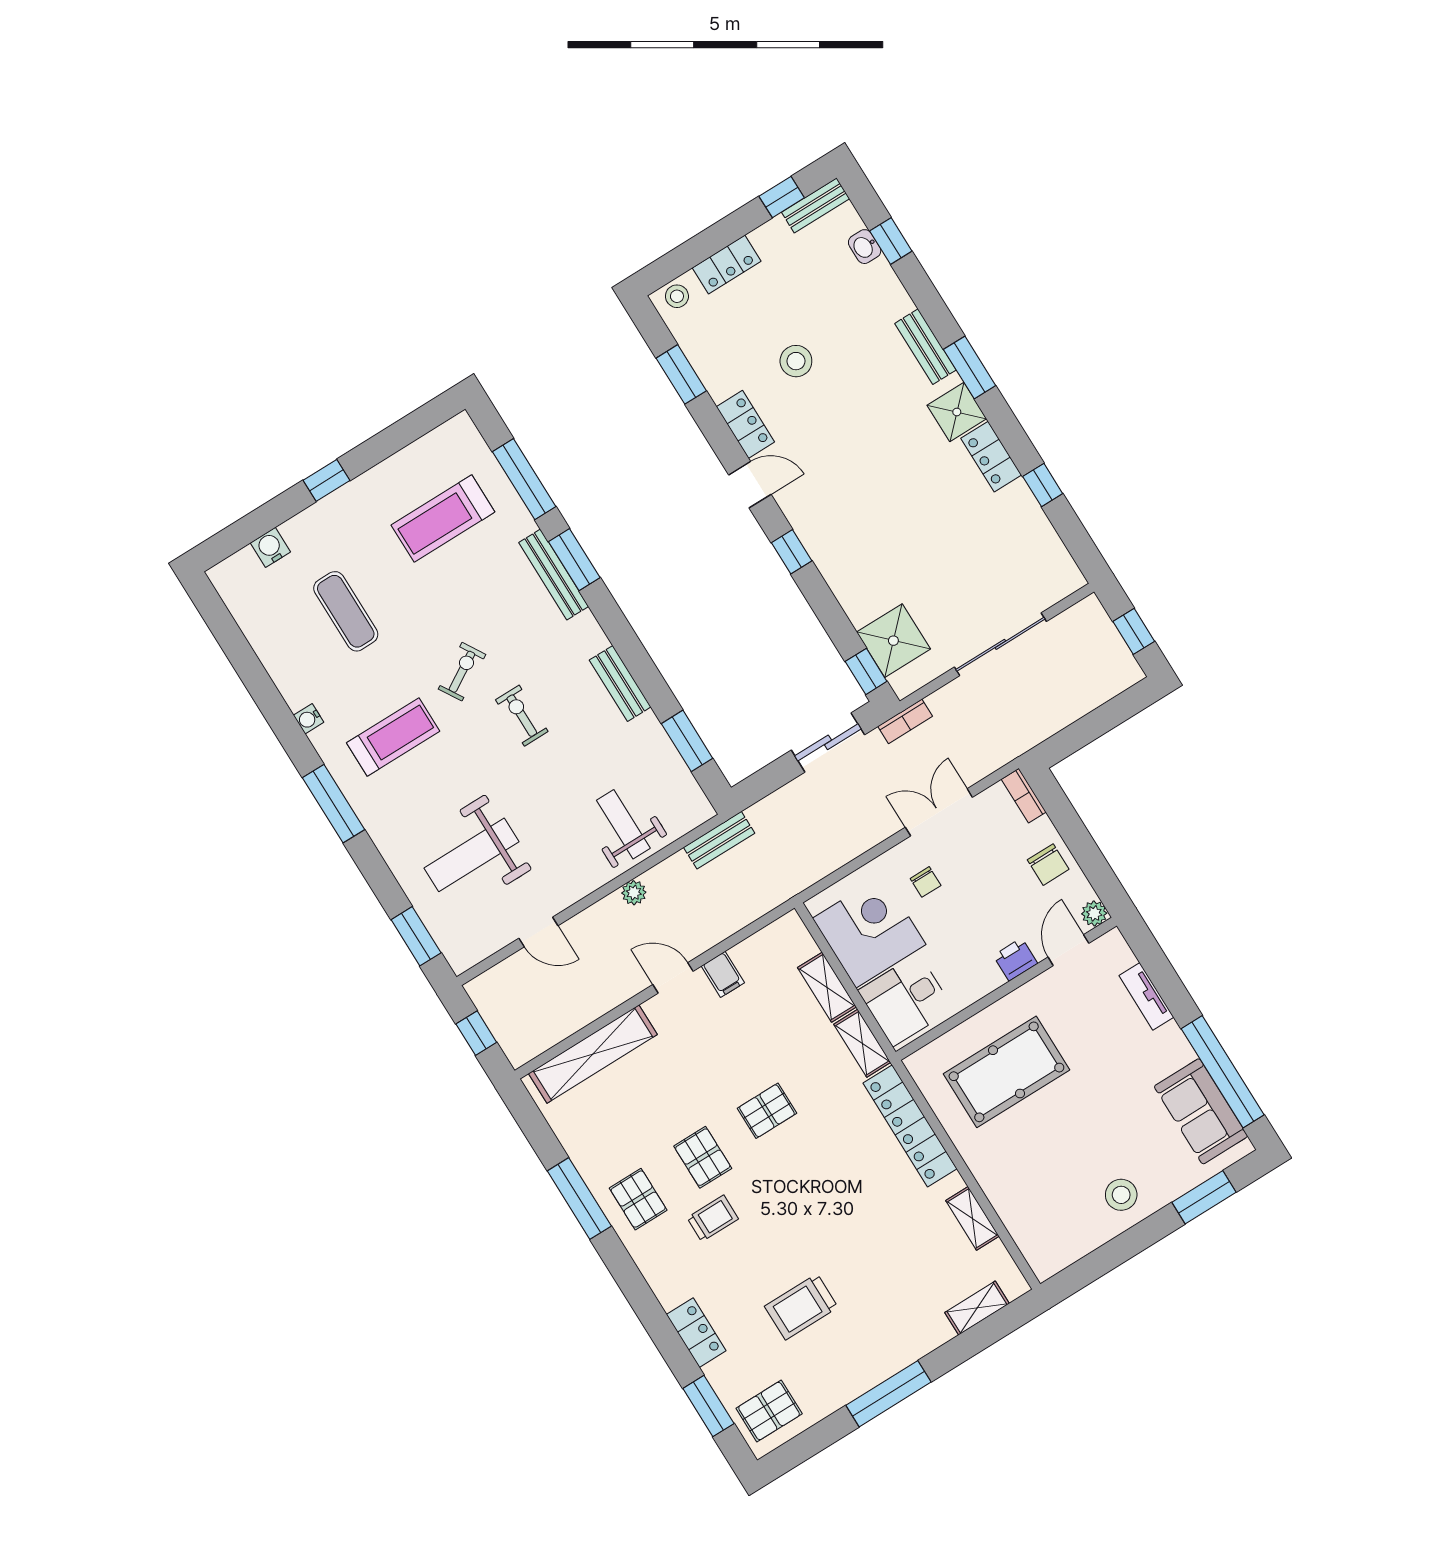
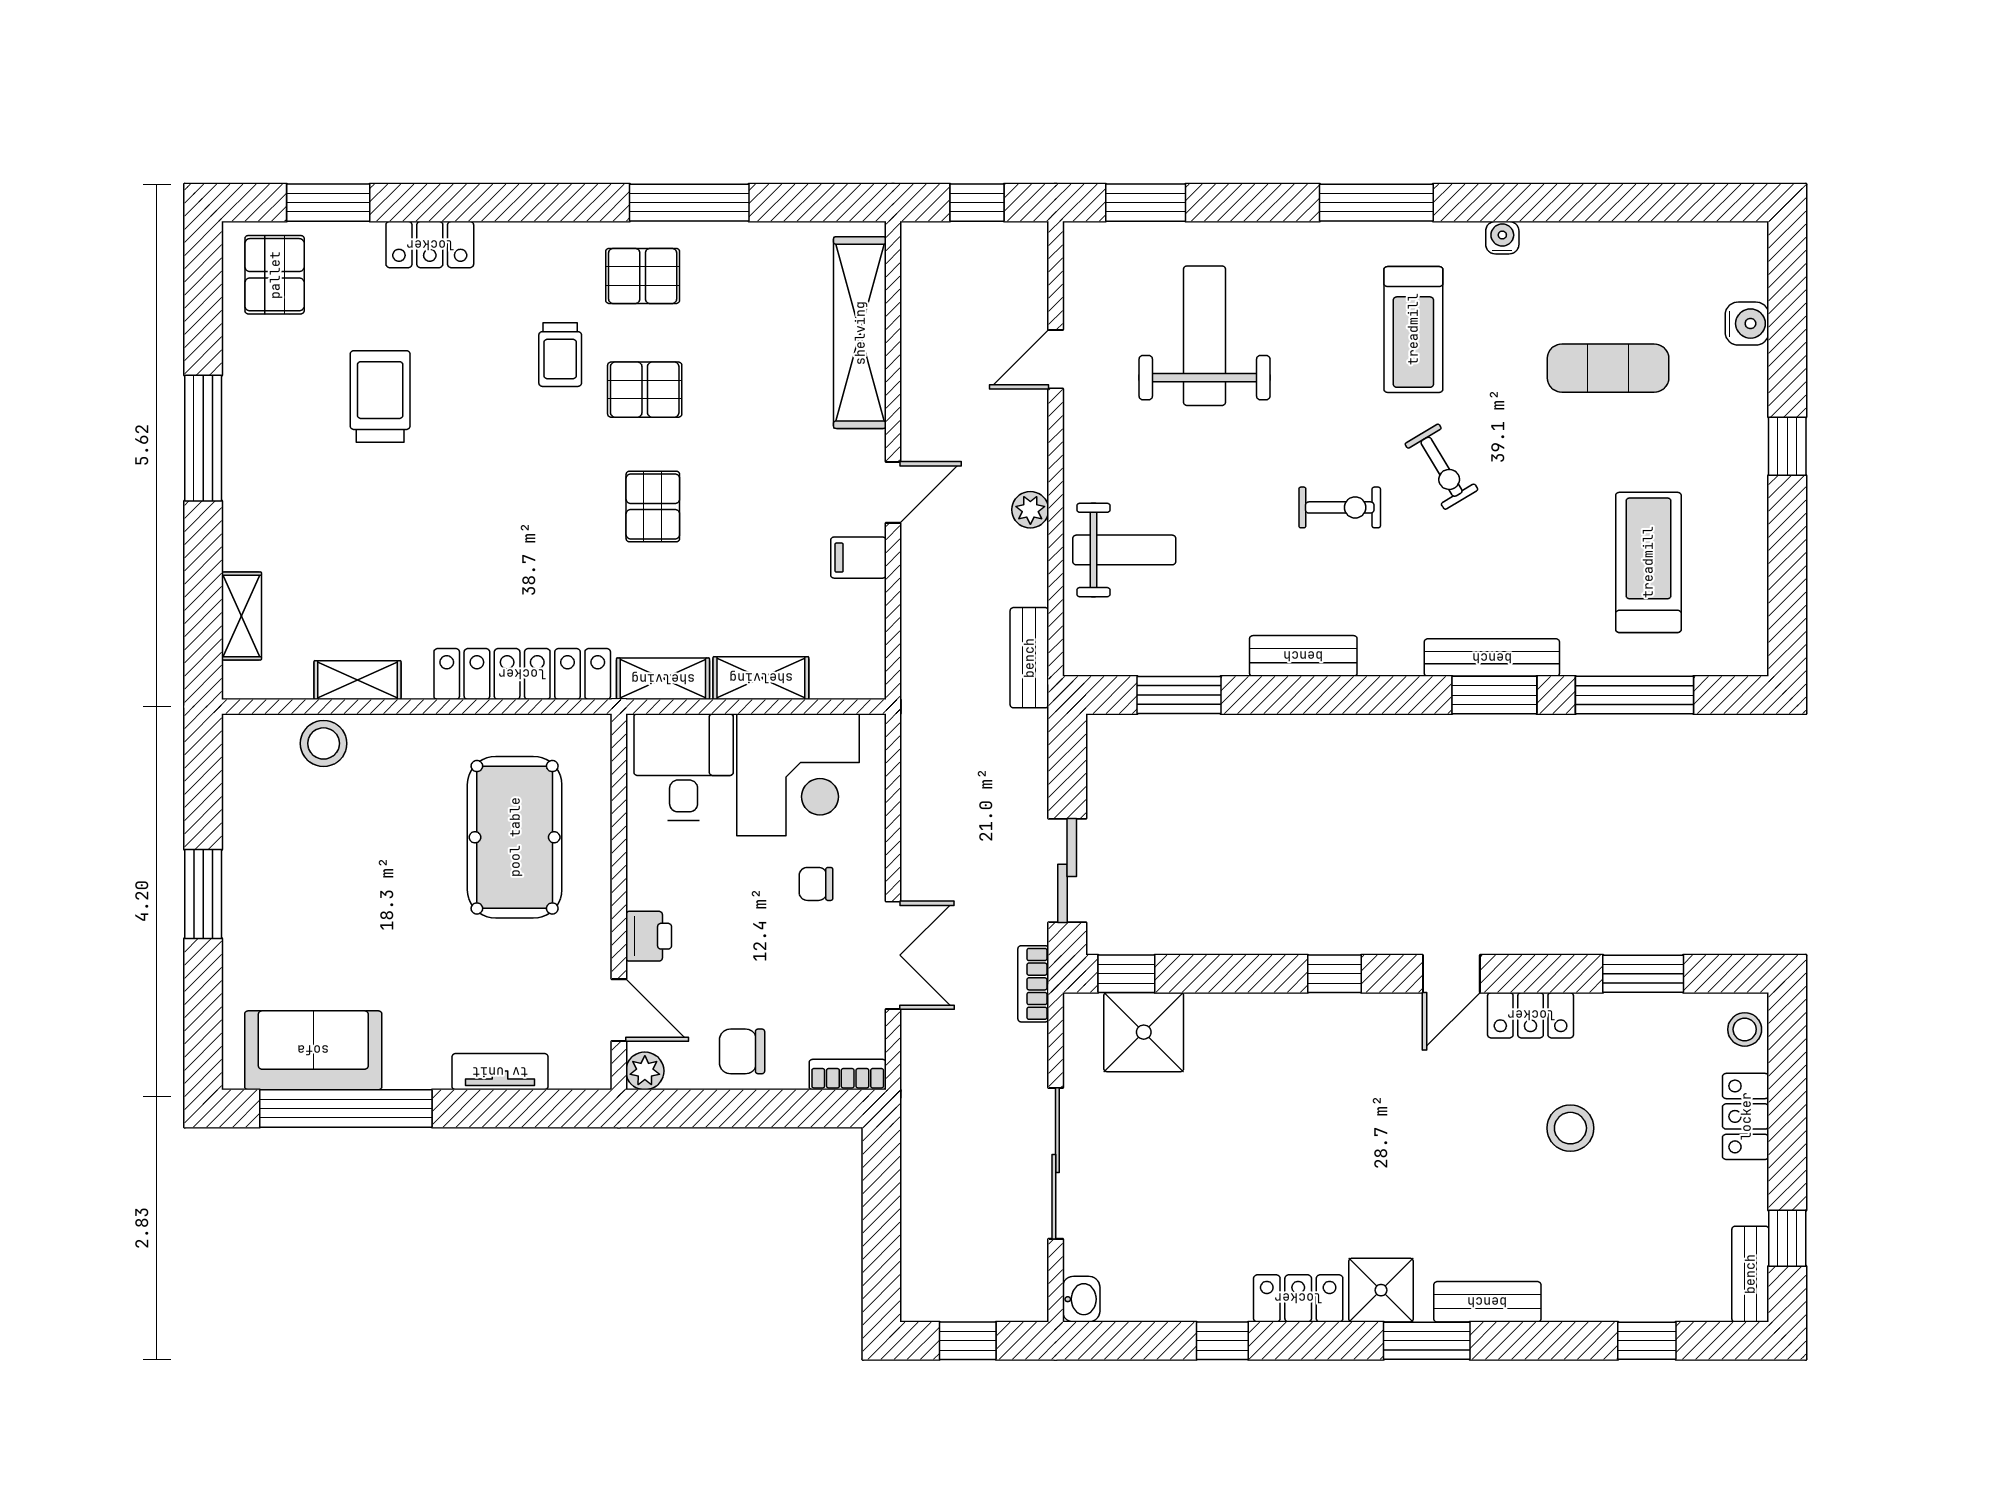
washbasin: (865, 247) -> (1081, 1299), moved, turned 90
stool: (1121, 1195) -> (324, 743), moved
window: (1204, 1197) -> (203, 894), moved

